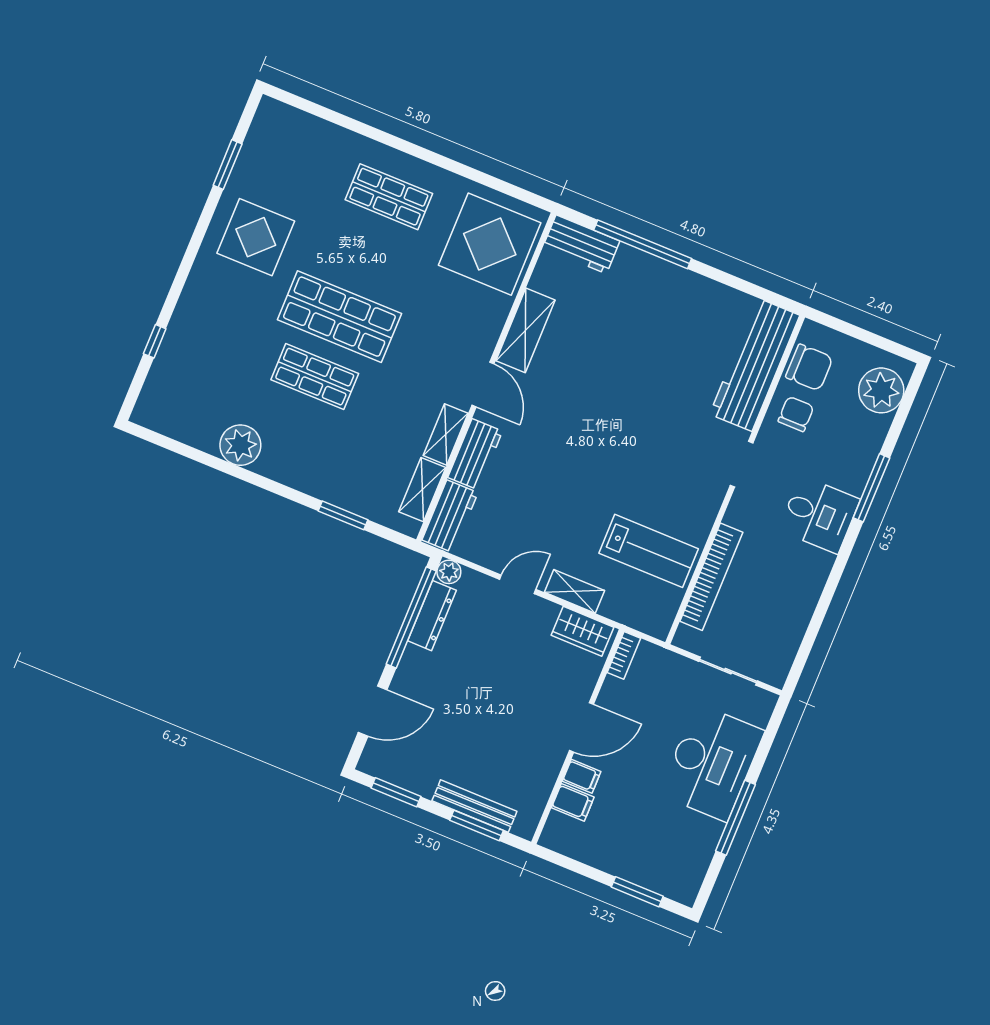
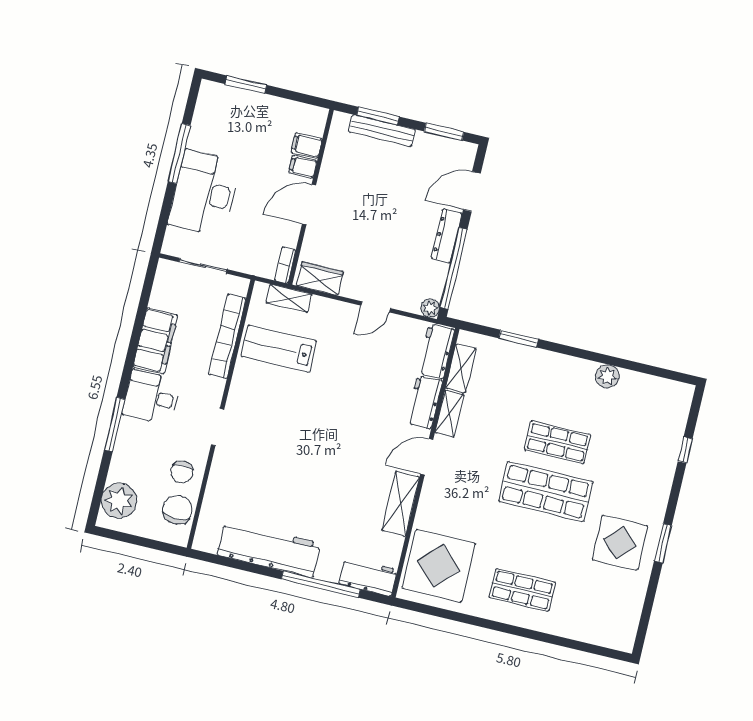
window: (228, 165) -> (663, 543), moved
workbench: (755, 365) -> (269, 549), moved, turned -90
chair: (809, 367) -> (177, 510), turned 90
door: (483, 384) -> (427, 457), hinge flipped
plant: (240, 445) -> (607, 376), width x0.73, depth x0.73
filing cabinet: (803, 585) -> (155, 341), added
shelving: (575, 591) -> (289, 298), moved
dresser: (432, 616) -> (447, 236), moved

